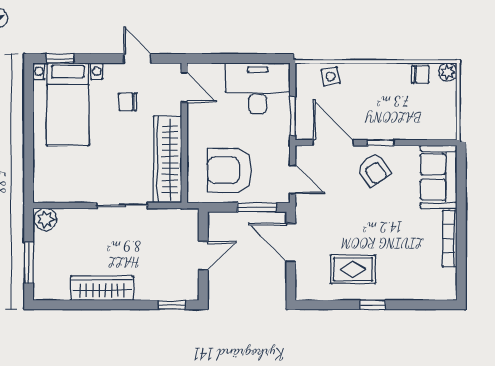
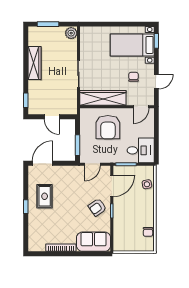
plant: (448, 72) -> (149, 247), removed
desk: (258, 88) -> (141, 150), width x0.73
armchair: (230, 170) -> (108, 127), moved, turned 180
door: (291, 242) -> (43, 163), moved

